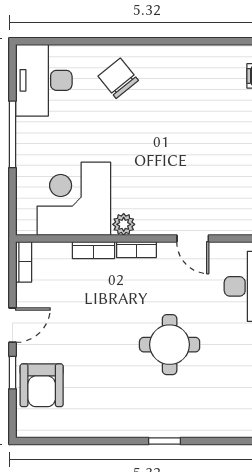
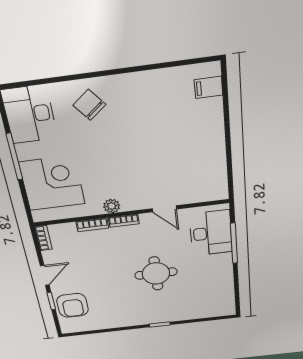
corner desk: (74, 199) -> (52, 183), moved, turned 90

